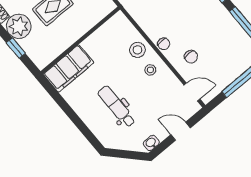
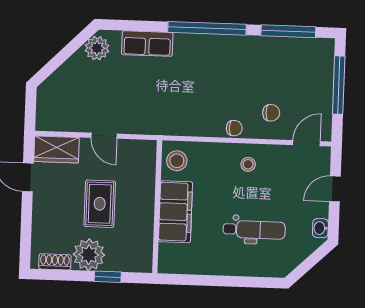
stool: (137, 50) -> (177, 161), moved
filing cabinet: (69, 68) -> (175, 212), moved
dental chair: (117, 107) -> (254, 230), turned 180

